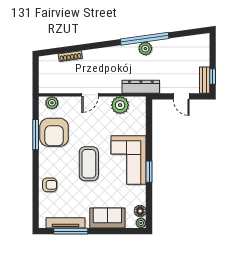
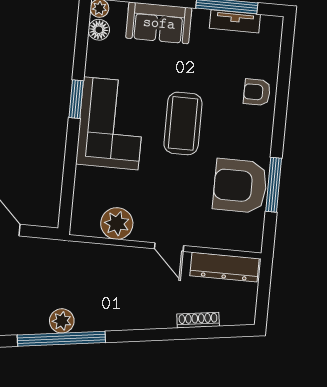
dresser: (141, 87) -> (225, 267), moved
door: (90, 95) -> (169, 247), swing flipped
plant: (52, 103) -> (239, 239), removed
armchair: (54, 132) -> (240, 186), turned -90
tv unit: (66, 223) -> (235, 21), width x0.71

